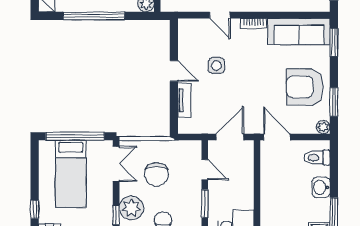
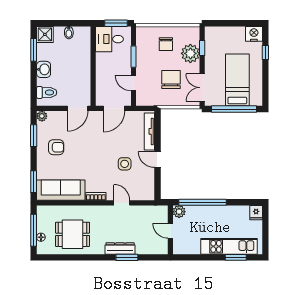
window: (94, 16) -> (203, 202), moved
armchair: (305, 87) -> (56, 147), width x0.53, depth x0.53
tv unit: (184, 100) -> (149, 131), width x1.41
door: (277, 137) -> (78, 108), hinge flipped

